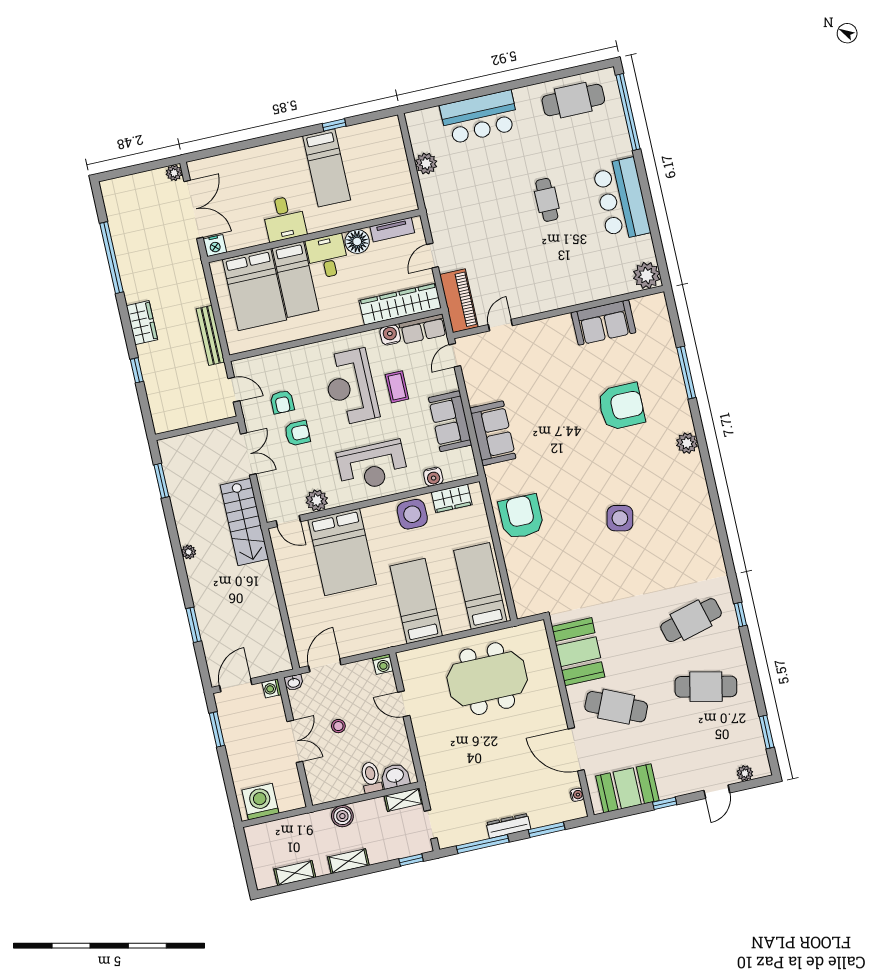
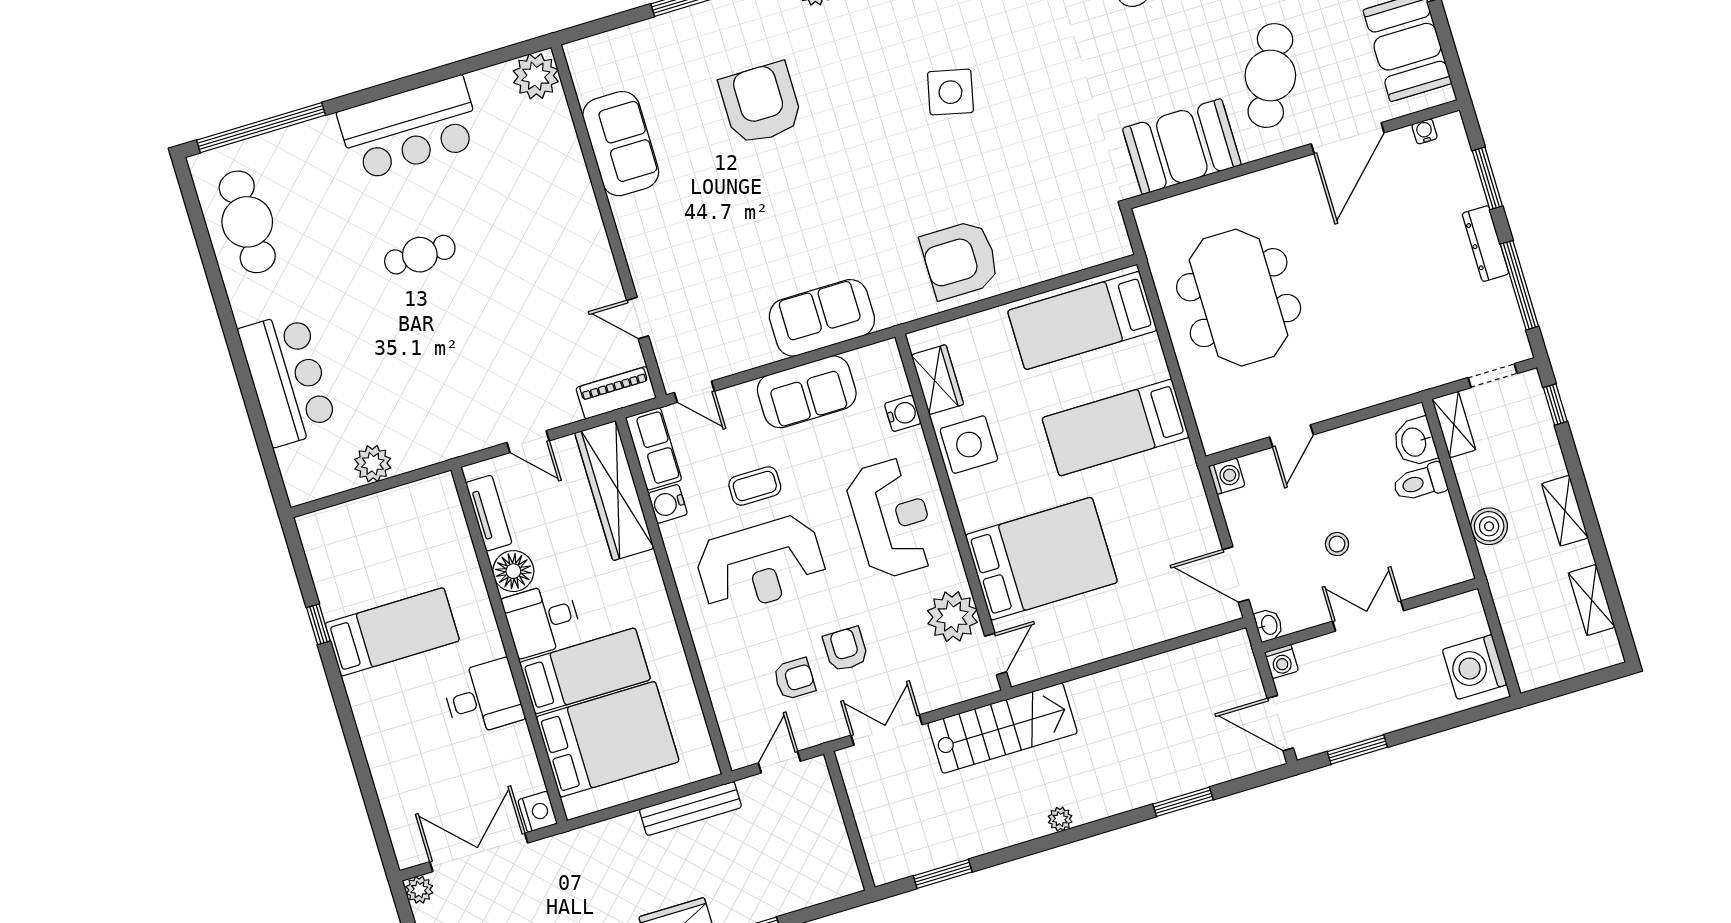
piano: (459, 301) -> (616, 393), width x0.73, depth x0.75
plant: (317, 500) -> (952, 617), width x1.36, depth x1.36

